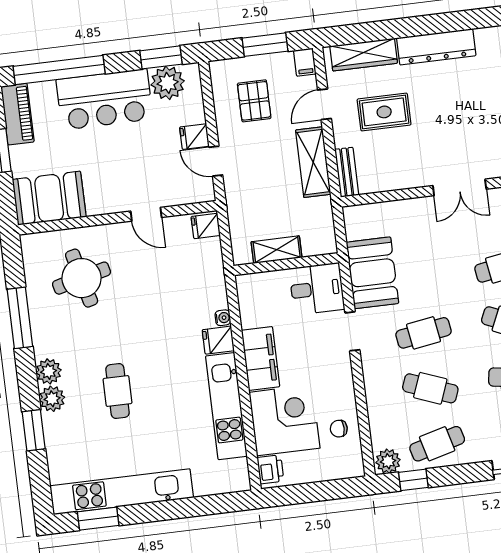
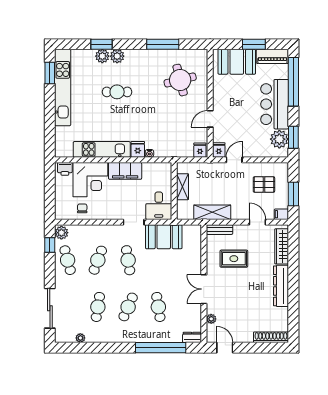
rug: (384, 112) -> (234, 259), moved, turned 90
fridge: (194, 137) -> (219, 150), moved
shelving: (313, 162) -> (212, 212), moved
booth: (49, 198) -> (237, 62), moved, turned 90
plant: (49, 371) -> (102, 56), moved

